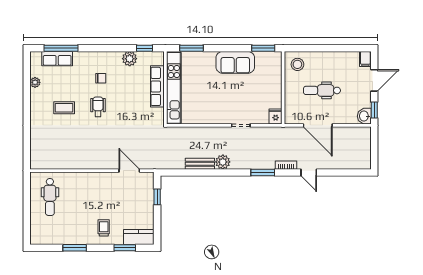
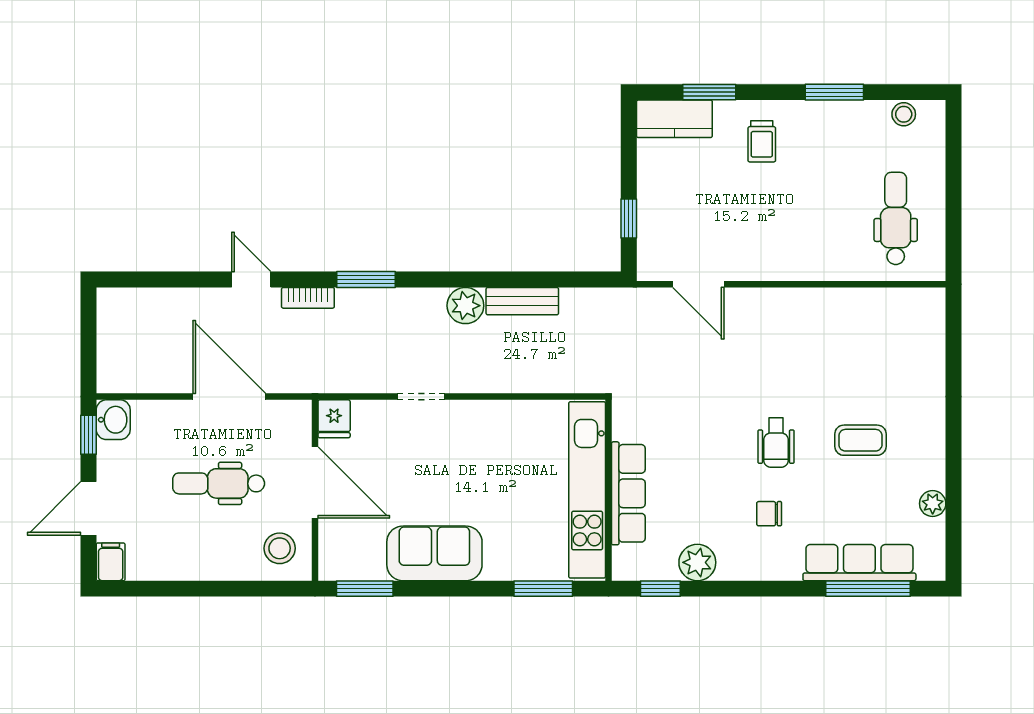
row of seats: (57, 59) -> (859, 563), width x1.48
dental chair: (322, 90) -> (219, 483), turned 180
door: (283, 91) -> (315, 482), added
stool: (47, 239) -> (904, 114), added

